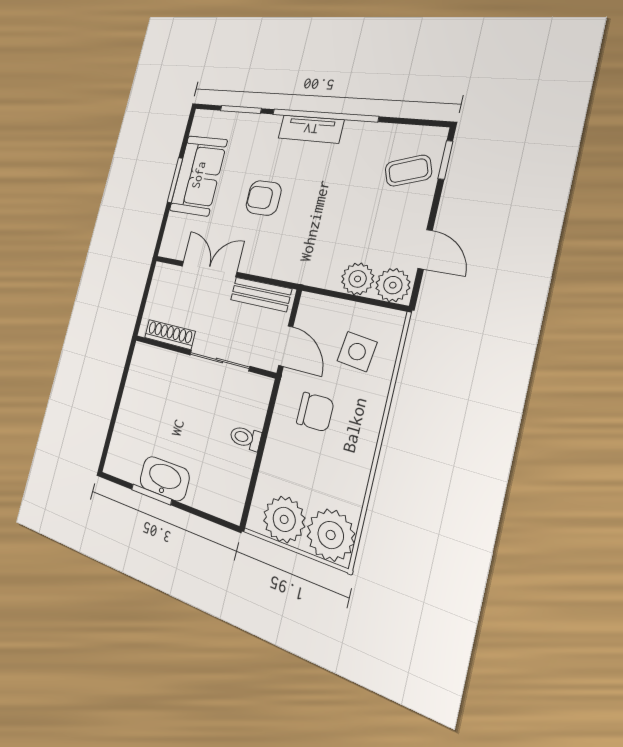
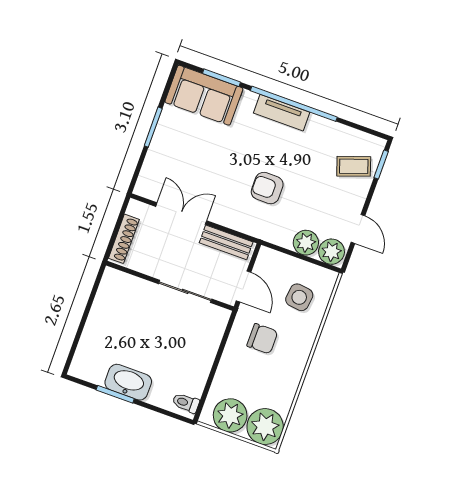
sofa: (198, 175) -> (204, 95), moved, turned 90
armchair: (264, 198) -> (267, 188), moved
shoe rack: (170, 334) -> (124, 239), moved, turned 90
toilet: (245, 438) -> (186, 403), moved

